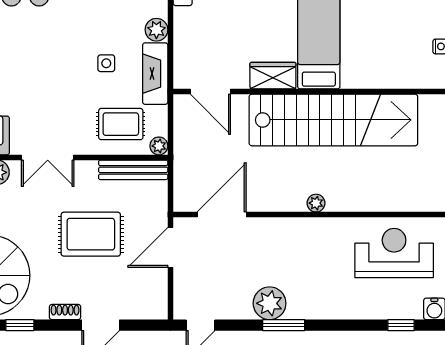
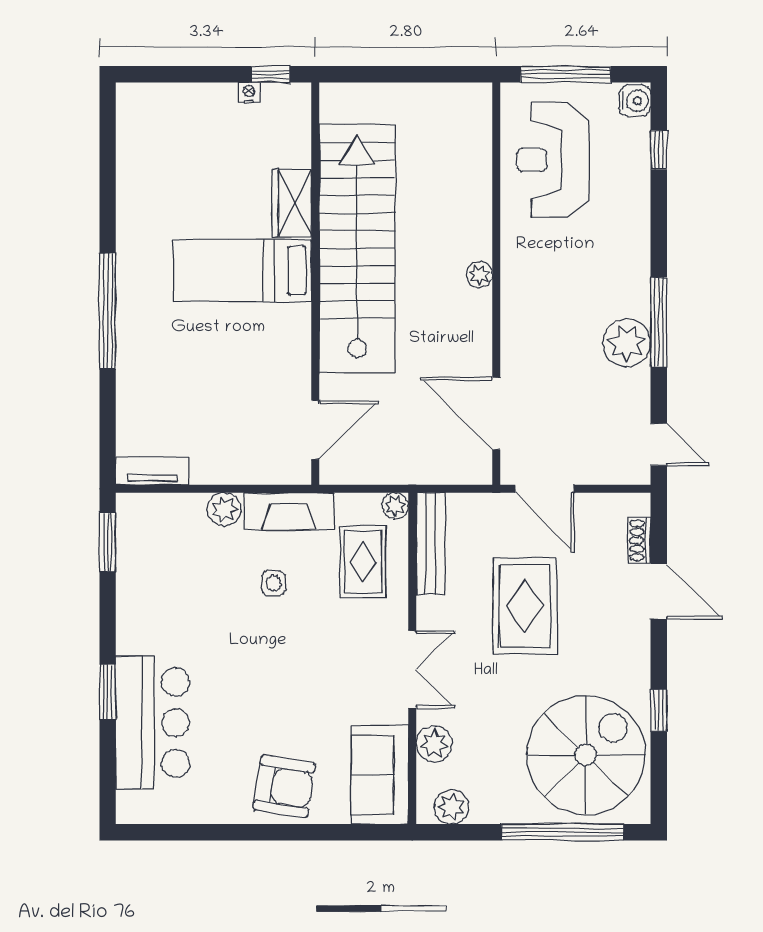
wardrobe: (273, 76) -> (292, 203), moved
shoe rack: (65, 312) -> (640, 540), moved
window: (284, 325) -> (659, 322), width x1.44

